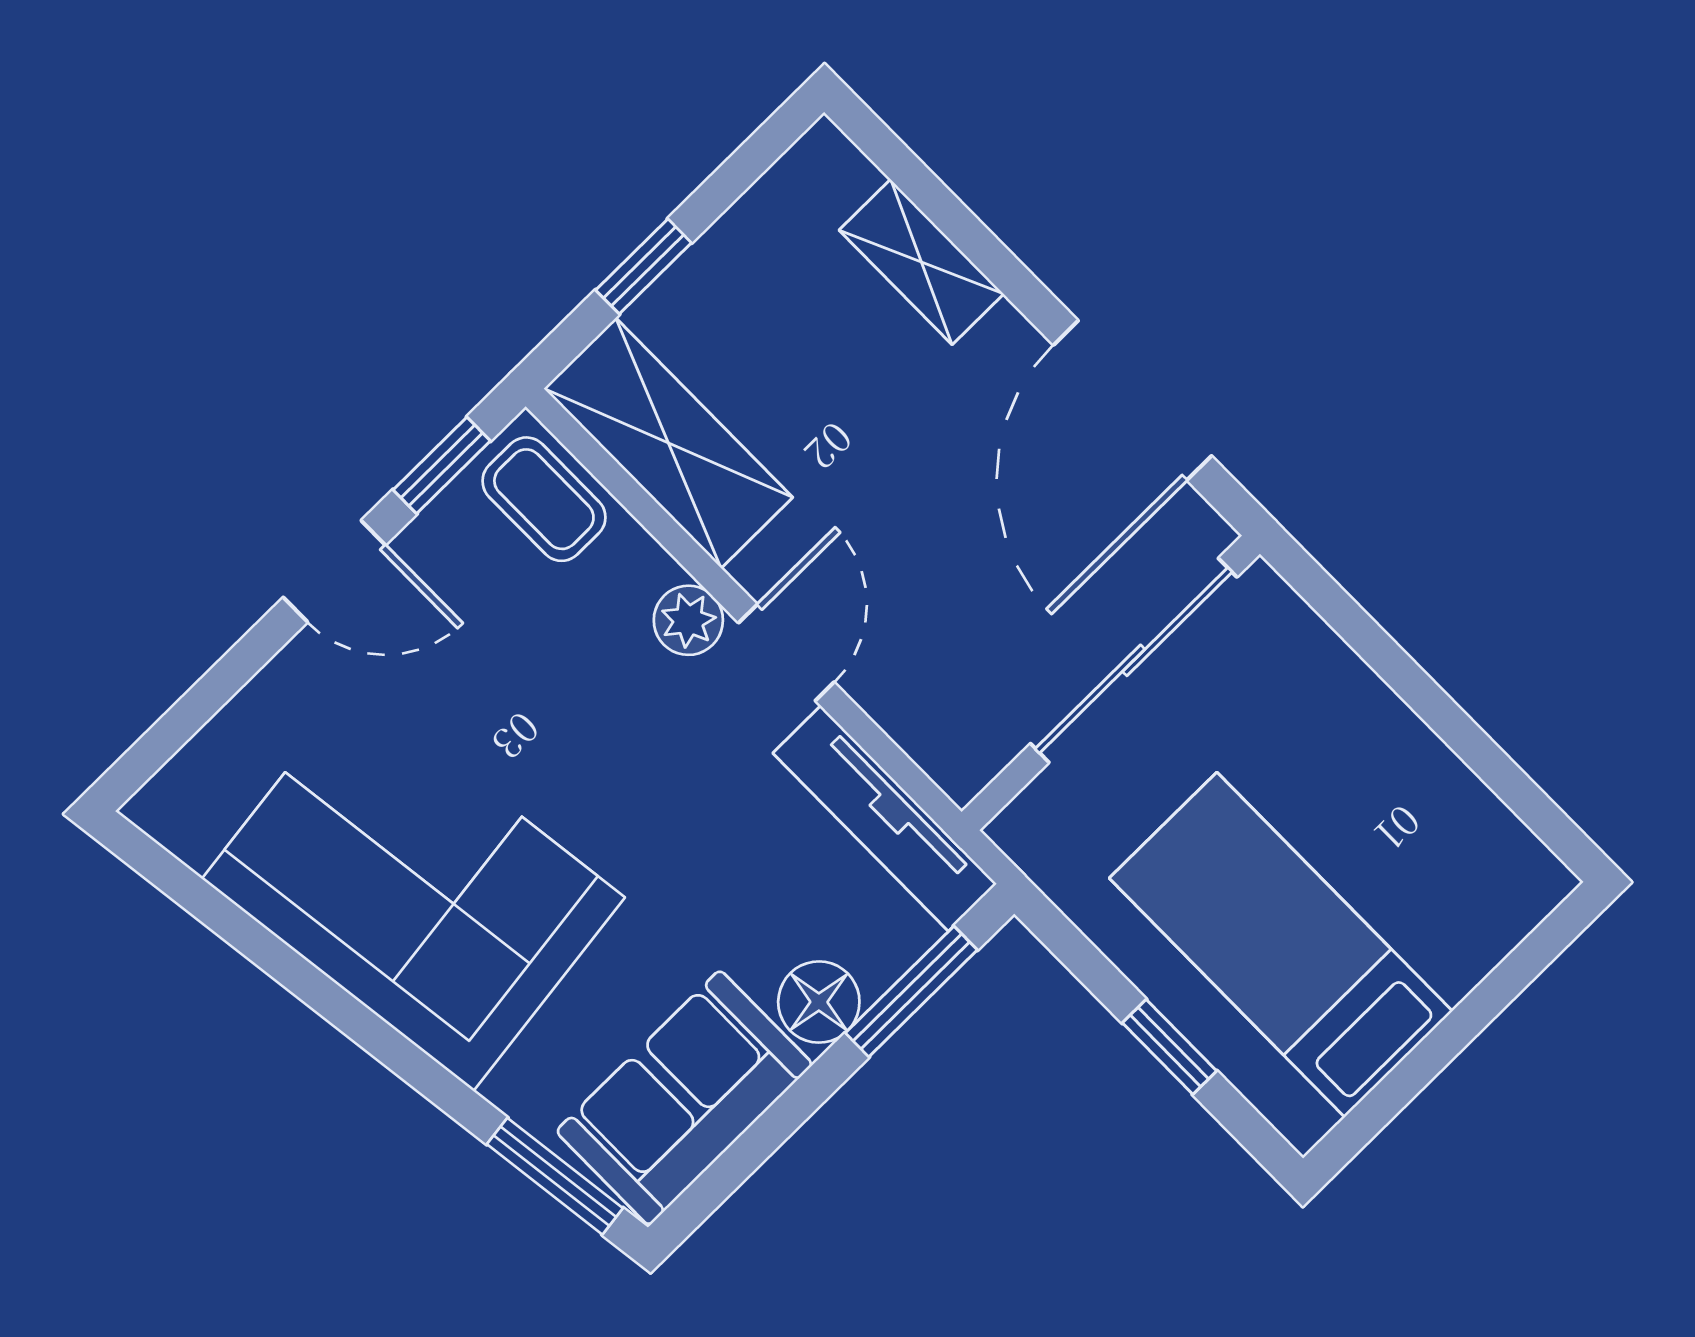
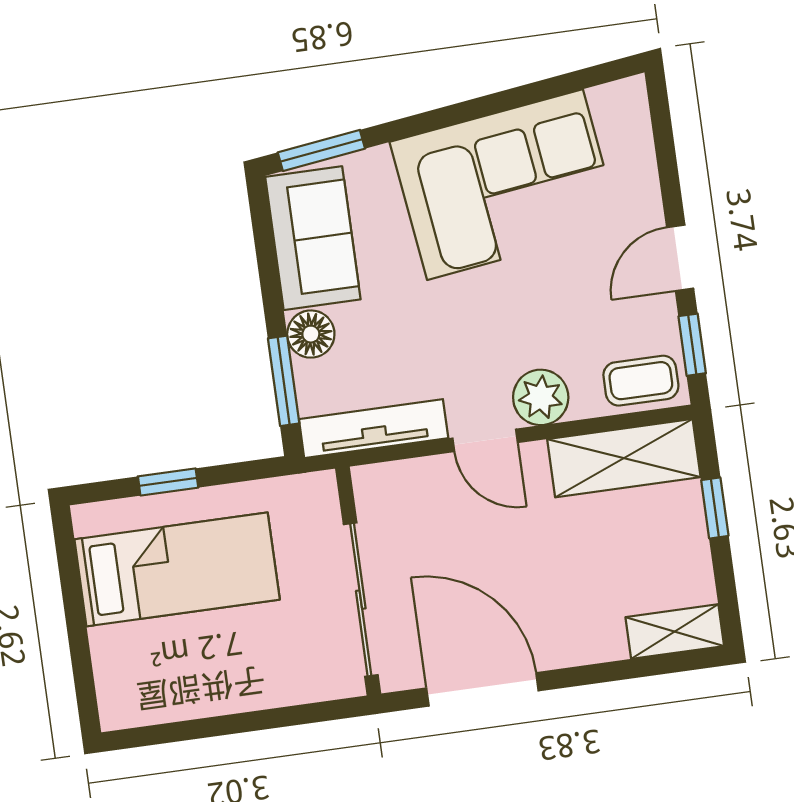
shelving: (921, 262) -> (675, 632), moved
plant: (688, 620) -> (541, 397), width x1.38, depth x1.38

